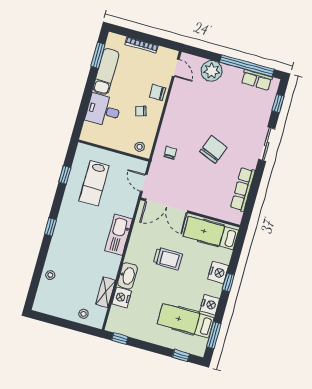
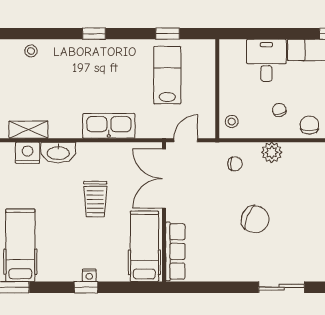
plant: (169, 125) -> (272, 152), added
lab bench: (94, 183) -> (167, 75), turned 90
row of seats: (243, 189) -> (175, 251), moved, turned 90
nightstand: (218, 273) -> (89, 275), width x0.53, depth x0.56
nightstand: (210, 305) -> (50, 271), removed

